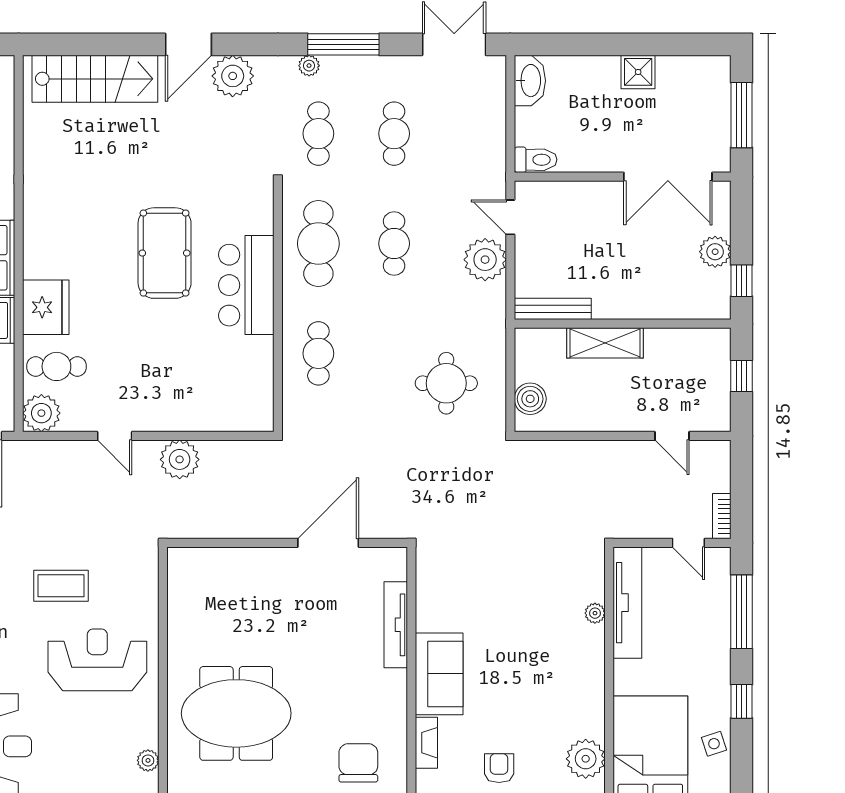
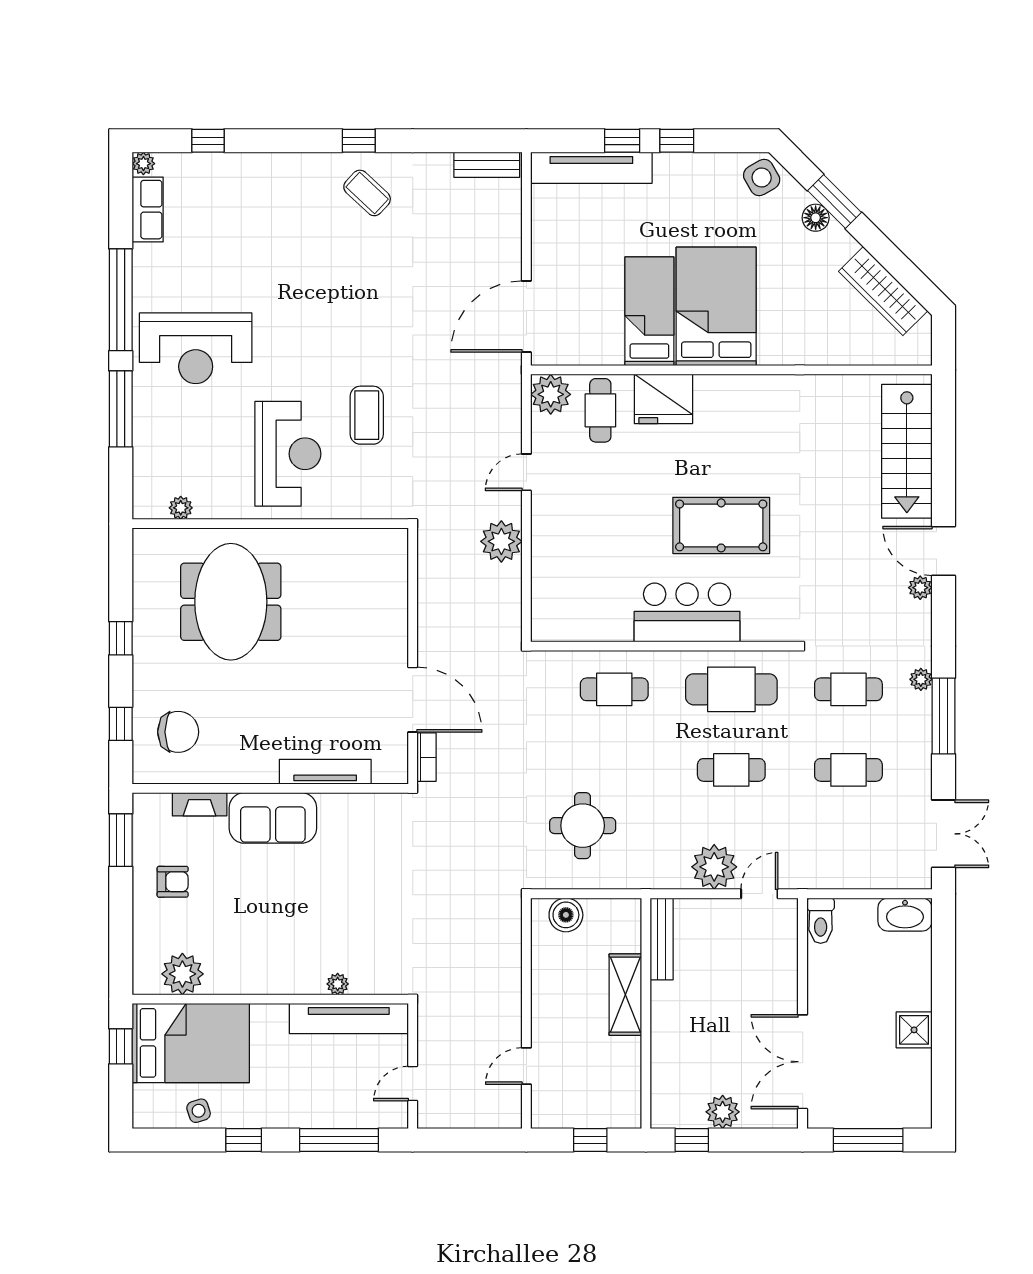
plant: (233, 76) -> (920, 588), width x0.53, depth x0.53
bookcase: (722, 516) -> (426, 757), moved, turned 90

